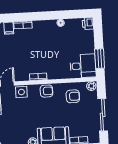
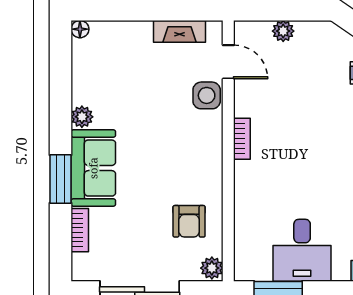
desk: (83, 66) -> (302, 250), moved
armchair: (46, 91) -> (206, 157), removed

